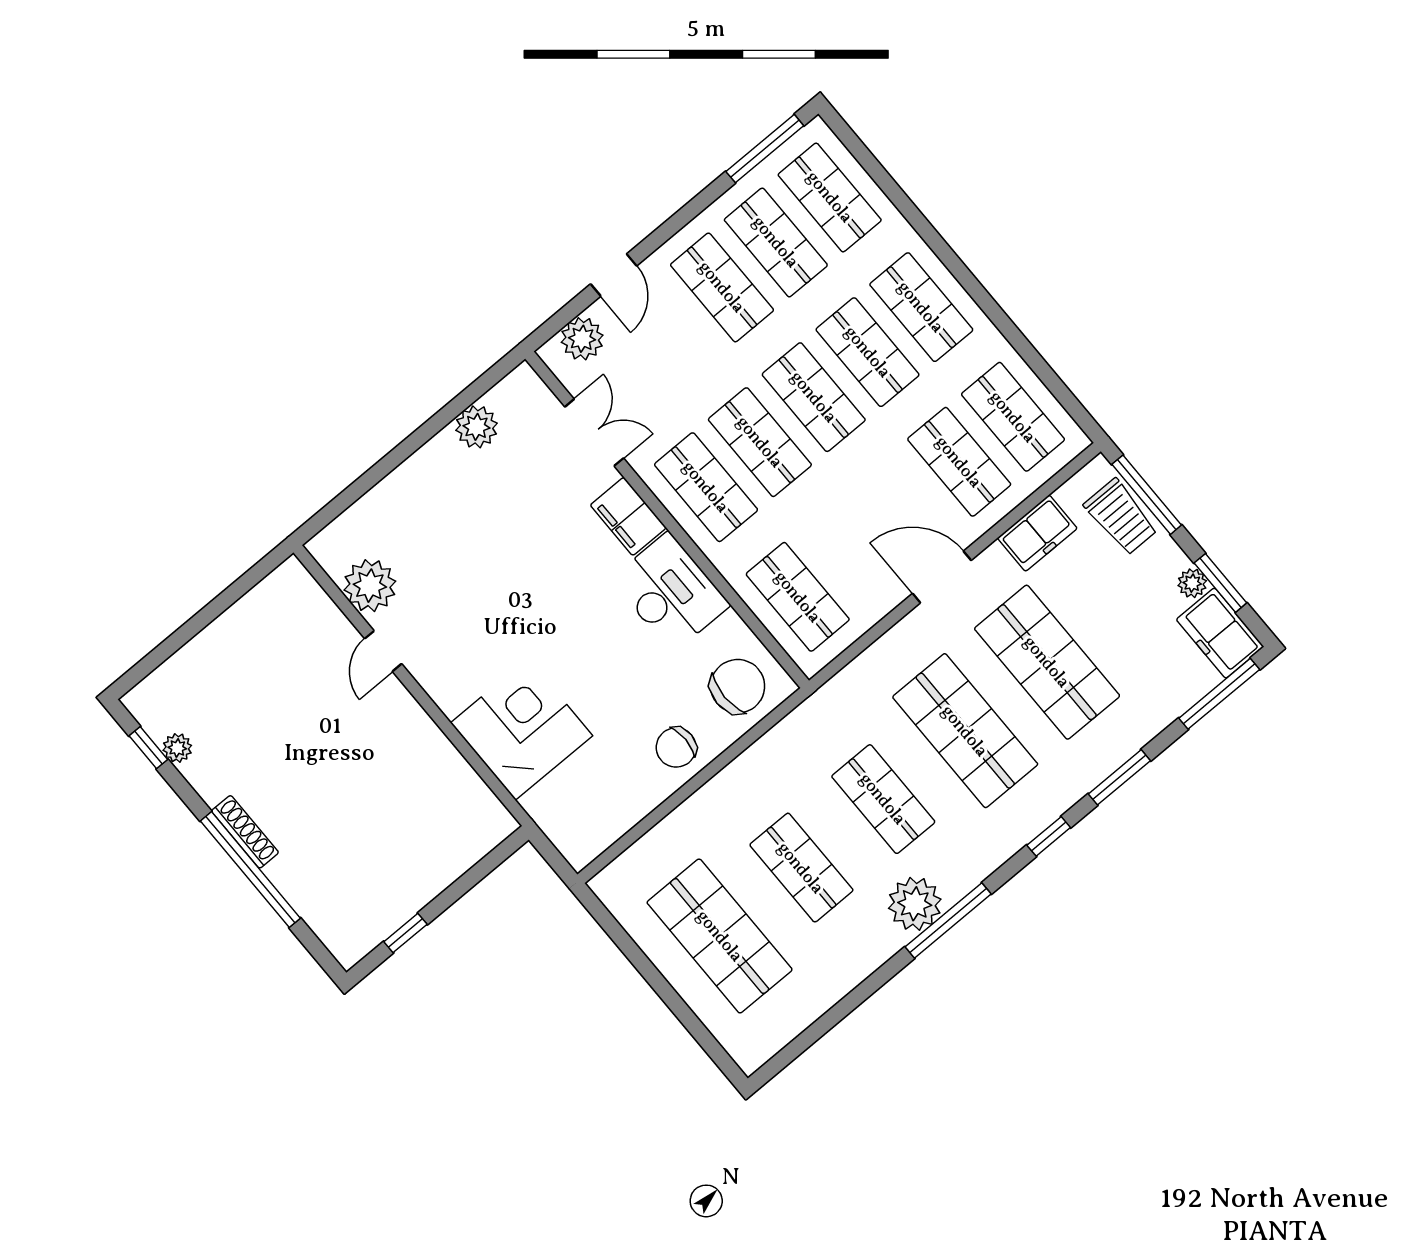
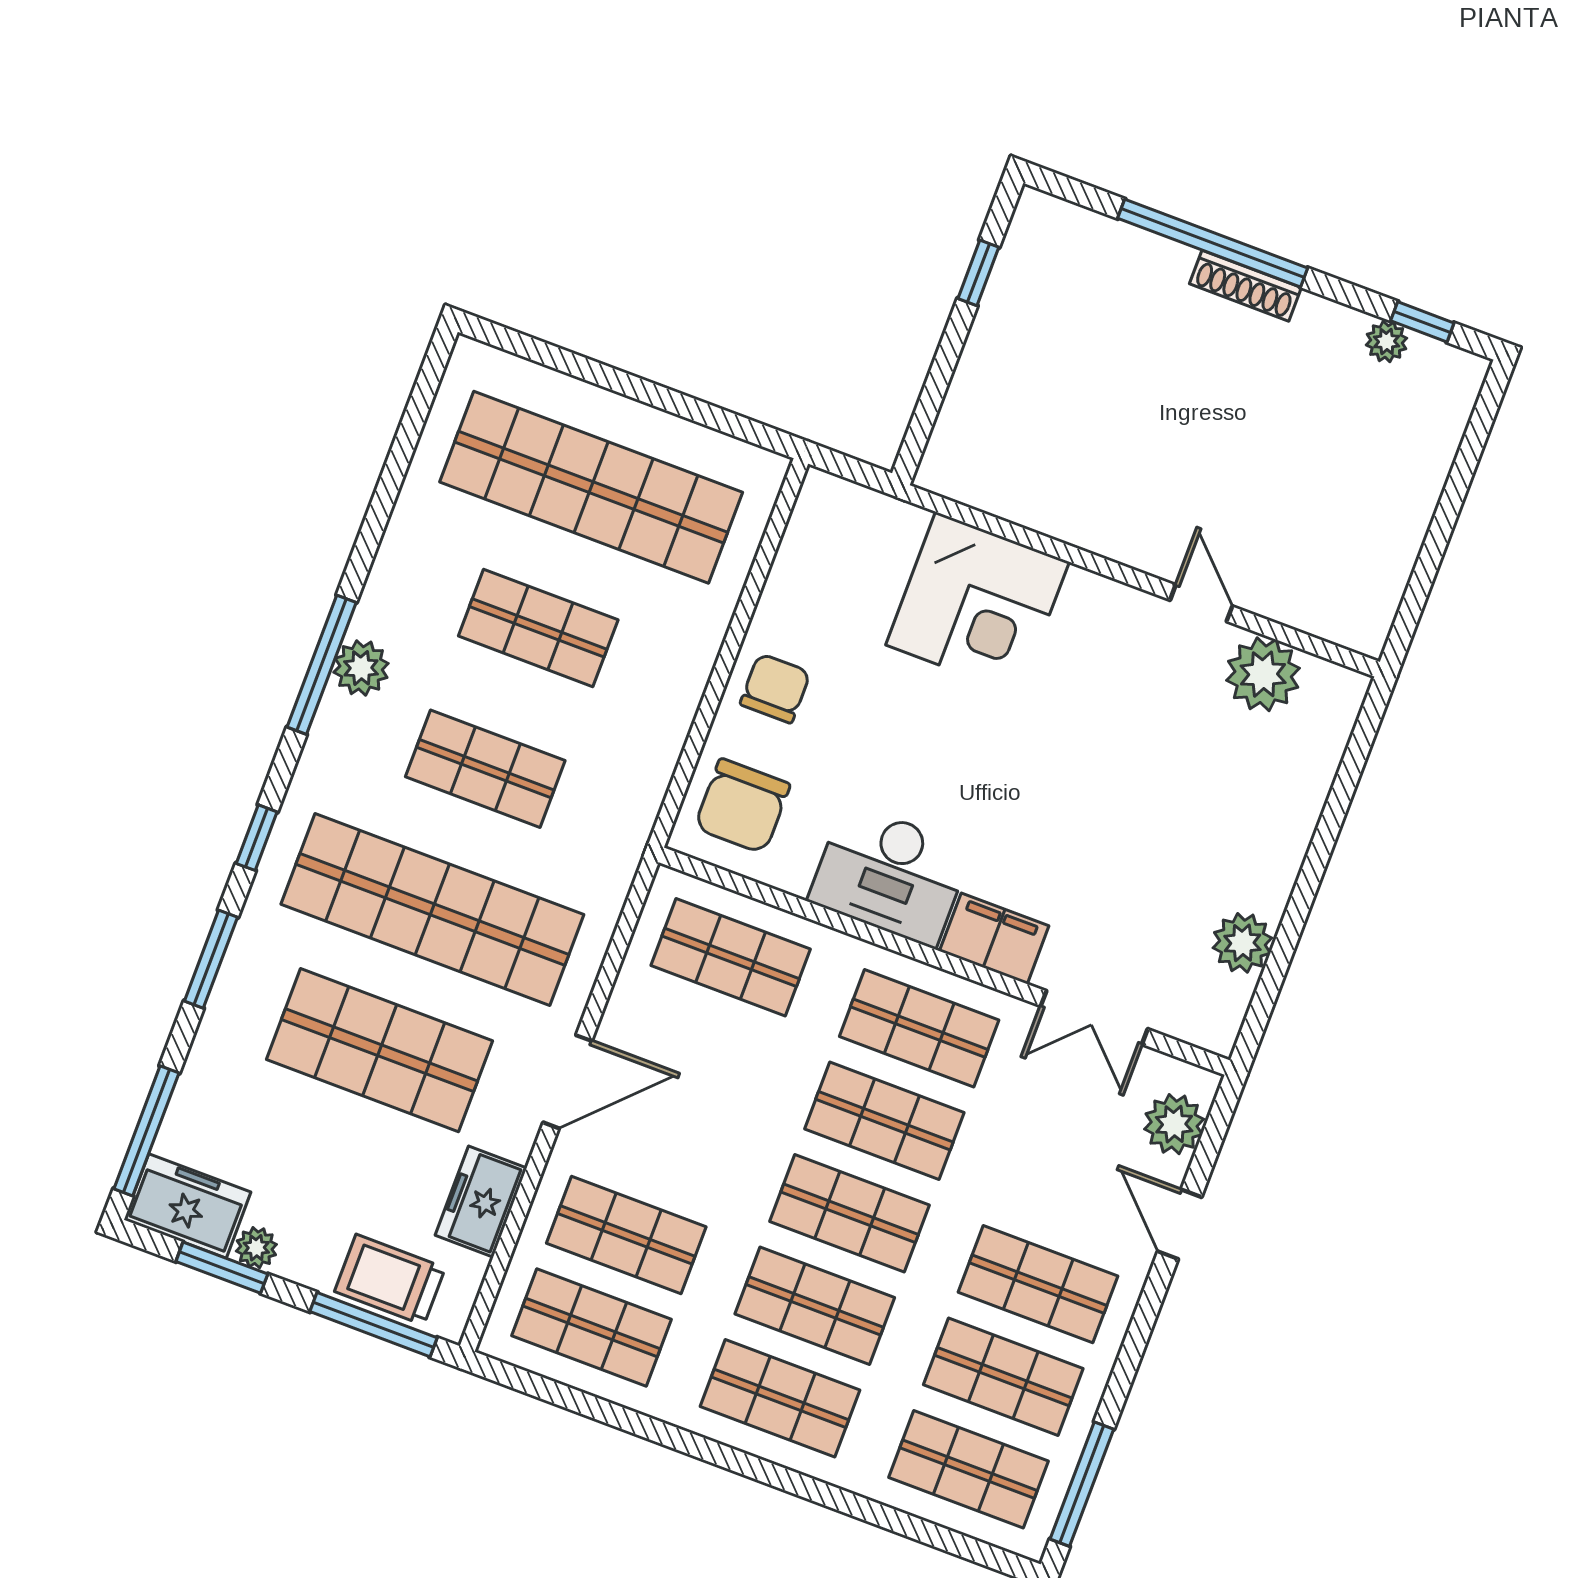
shop shelf: (965, 731) -> (432, 909), width x1.40
plant: (915, 904) -> (361, 668), width x0.73, depth x0.73
shop shelf: (720, 936) -> (591, 487), width x1.40

